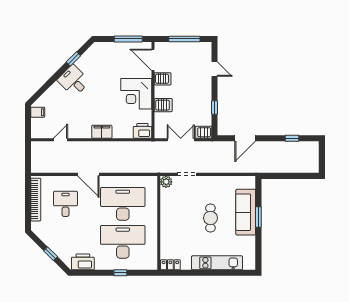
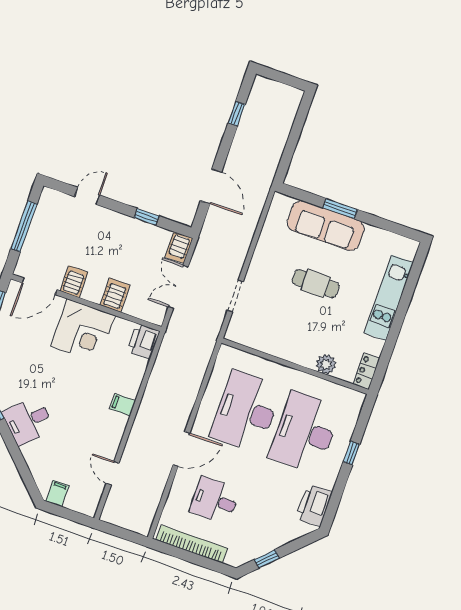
filing cabinet: (102, 132) -> (123, 405), width x0.50
plant: (166, 182) -> (326, 364), moved
window: (51, 254) -> (267, 559), moved

